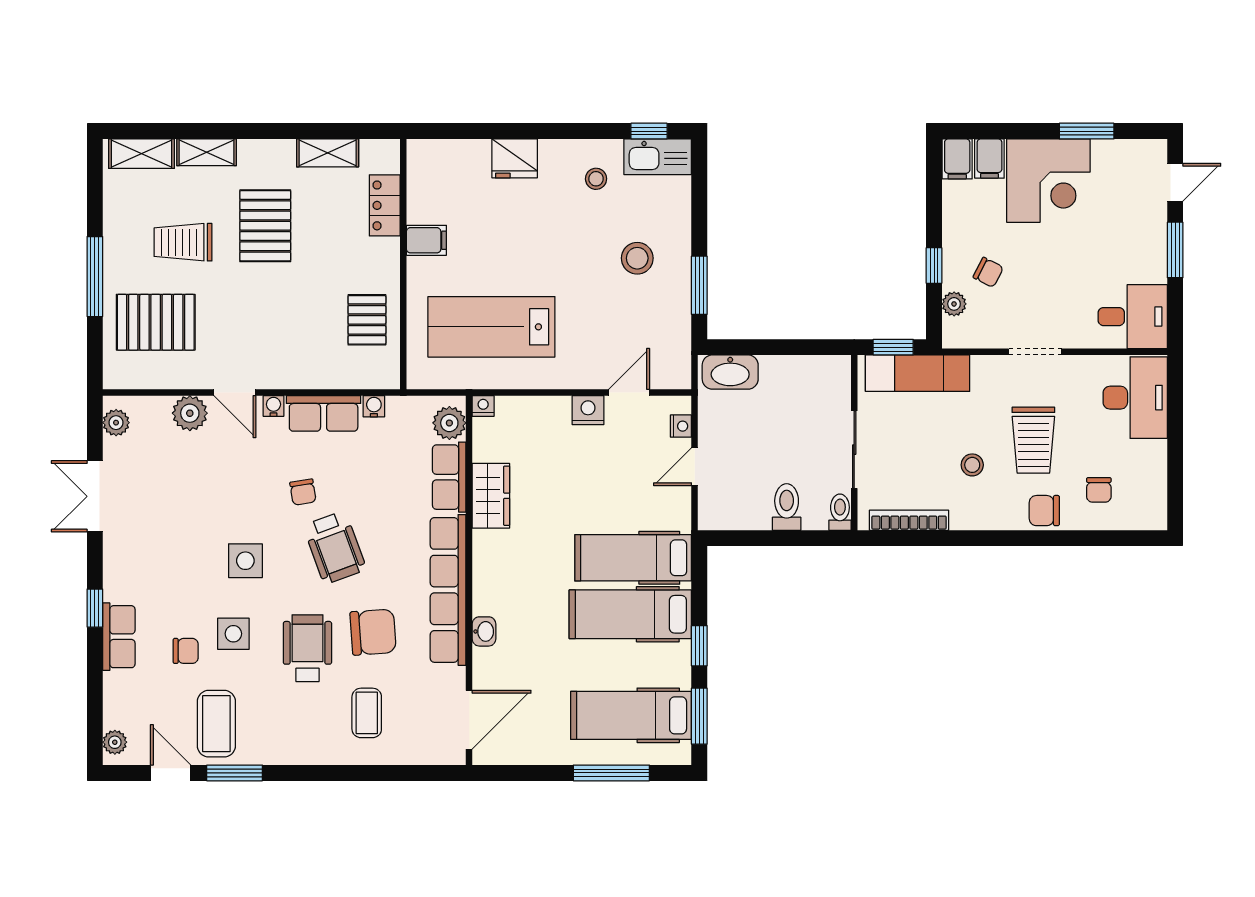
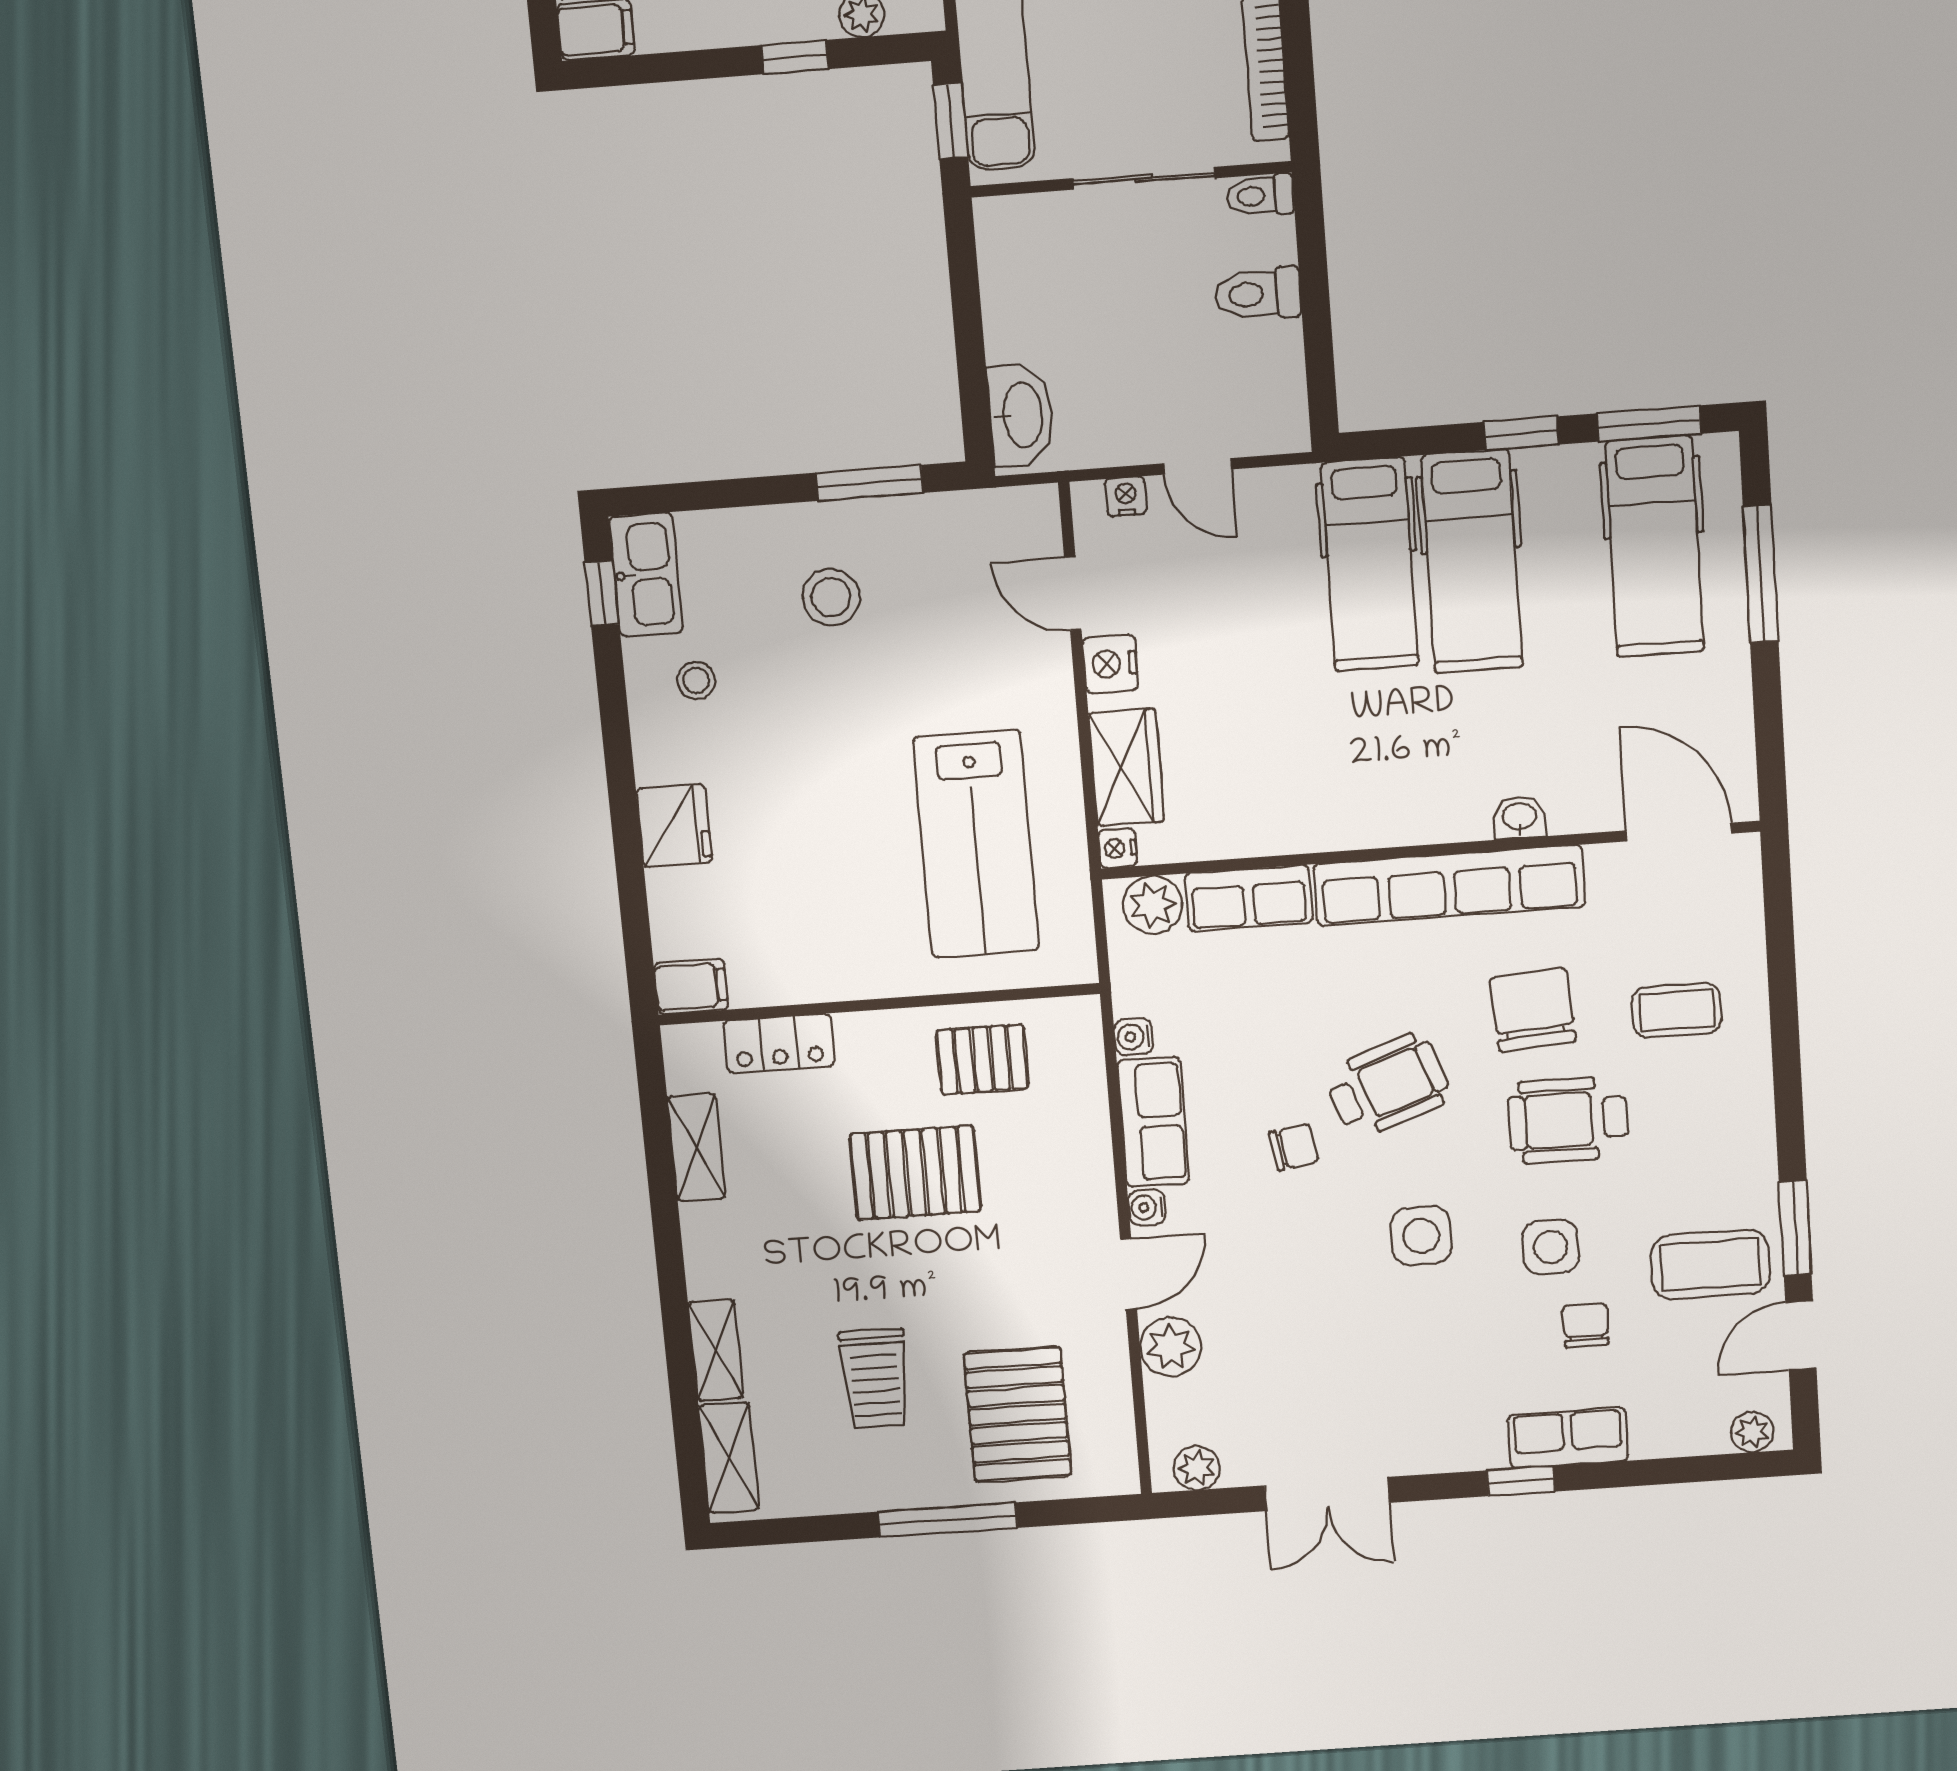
pallet: (265, 226) -> (915, 1173), moved
filing cabinet: (426, 240) -> (691, 987), moved, turned 90
wardrobe: (491, 496) -> (1126, 767), moved, turned 90

